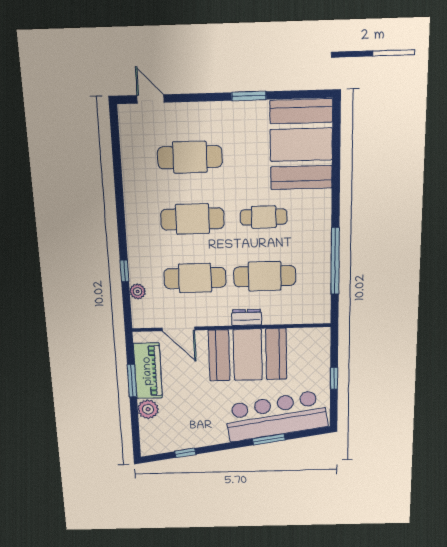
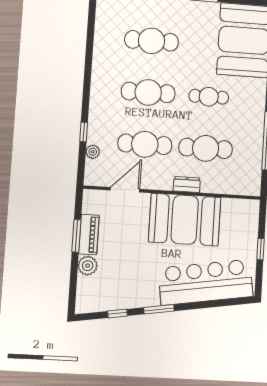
door: (178, 329) -> (125, 190), swing flipped
piano: (148, 371) -> (89, 235), width x0.73, depth x0.75
window: (269, 439) -> (159, 309), moved

